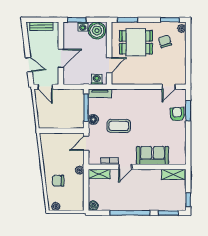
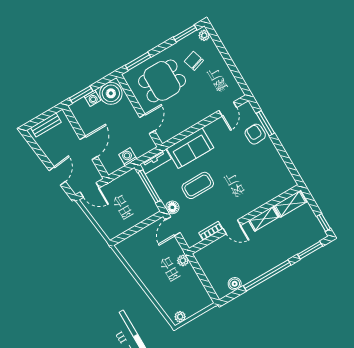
door: (29, 65) -> (57, 176), hinge flipped
washing machine: (97, 79) -> (128, 157), moved
floor lamp: (93, 119) -> (172, 207), moved
sofa: (152, 155) -> (190, 148), moved, turned 180
door: (125, 167) -> (232, 227), hinge flipped
shelving: (99, 174) -> (264, 219), moved
chair: (58, 181) -> (166, 286), removed
boiler: (93, 206) -> (235, 284), moved

